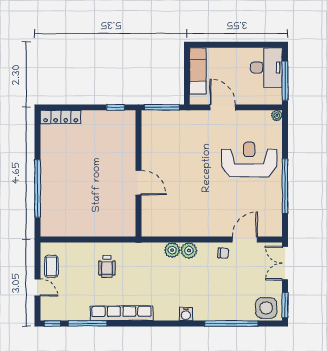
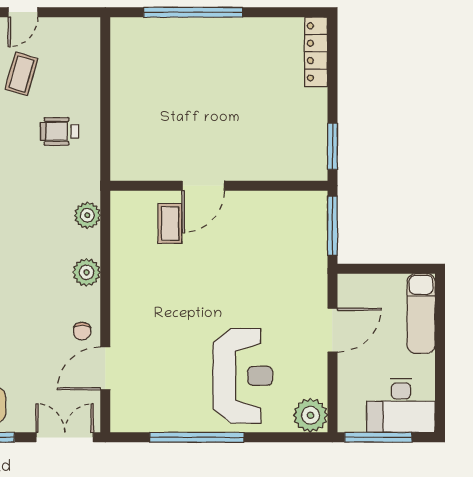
exam couch: (198, 71) -> (421, 313), moved, turned 90
window: (116, 107) -> (332, 146), width x1.50
plant: (277, 116) -> (310, 415), width x1.87, depth x1.87
coffee table: (161, 202) -> (170, 224), added
door: (245, 240) -> (105, 368), swing flipped
plant: (172, 250) -> (87, 215), moved
coffee table: (51, 266) -> (21, 74), moved, turned -74

